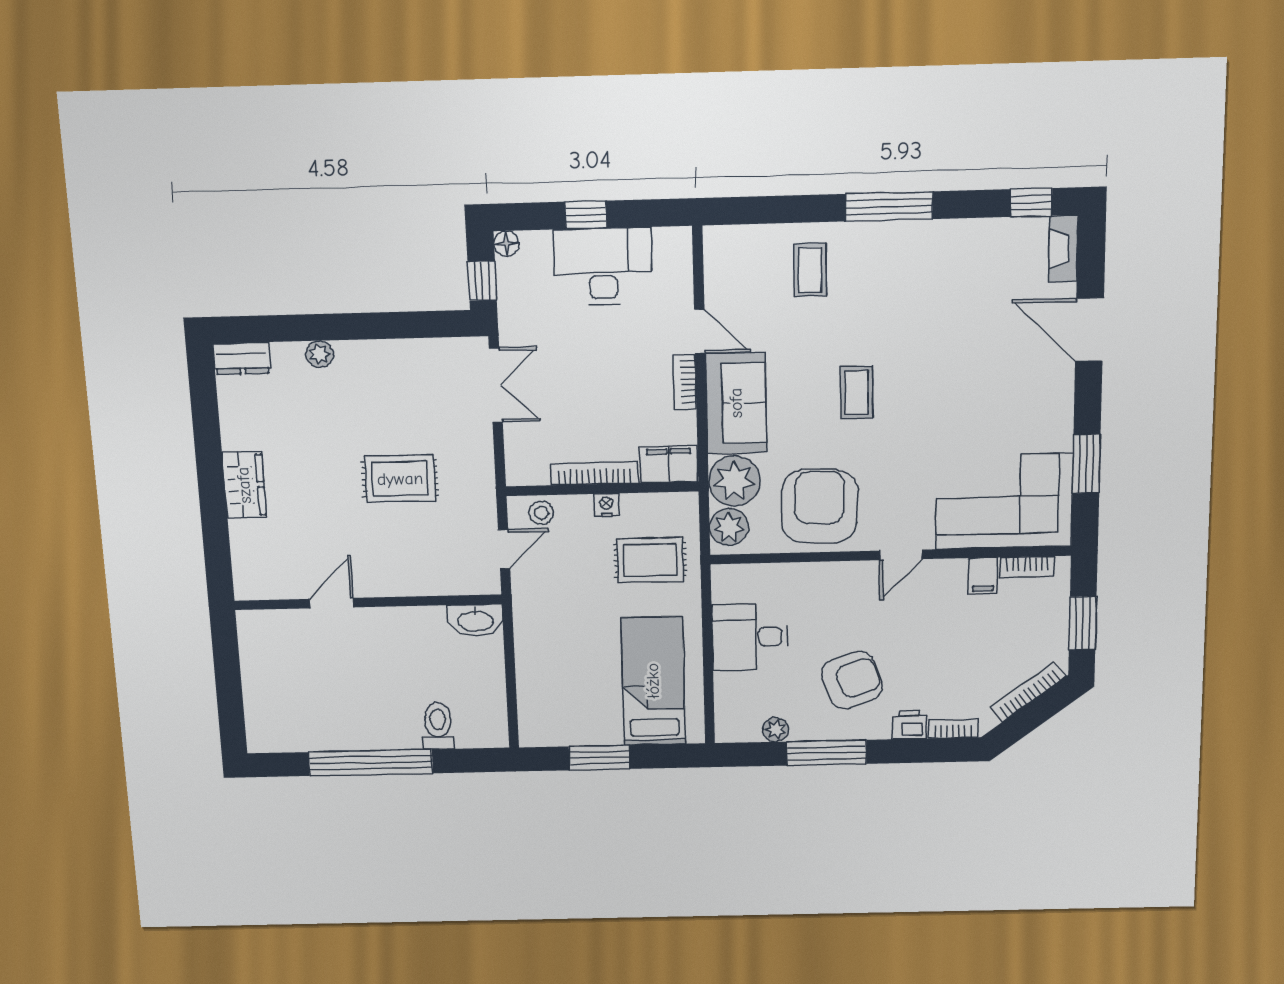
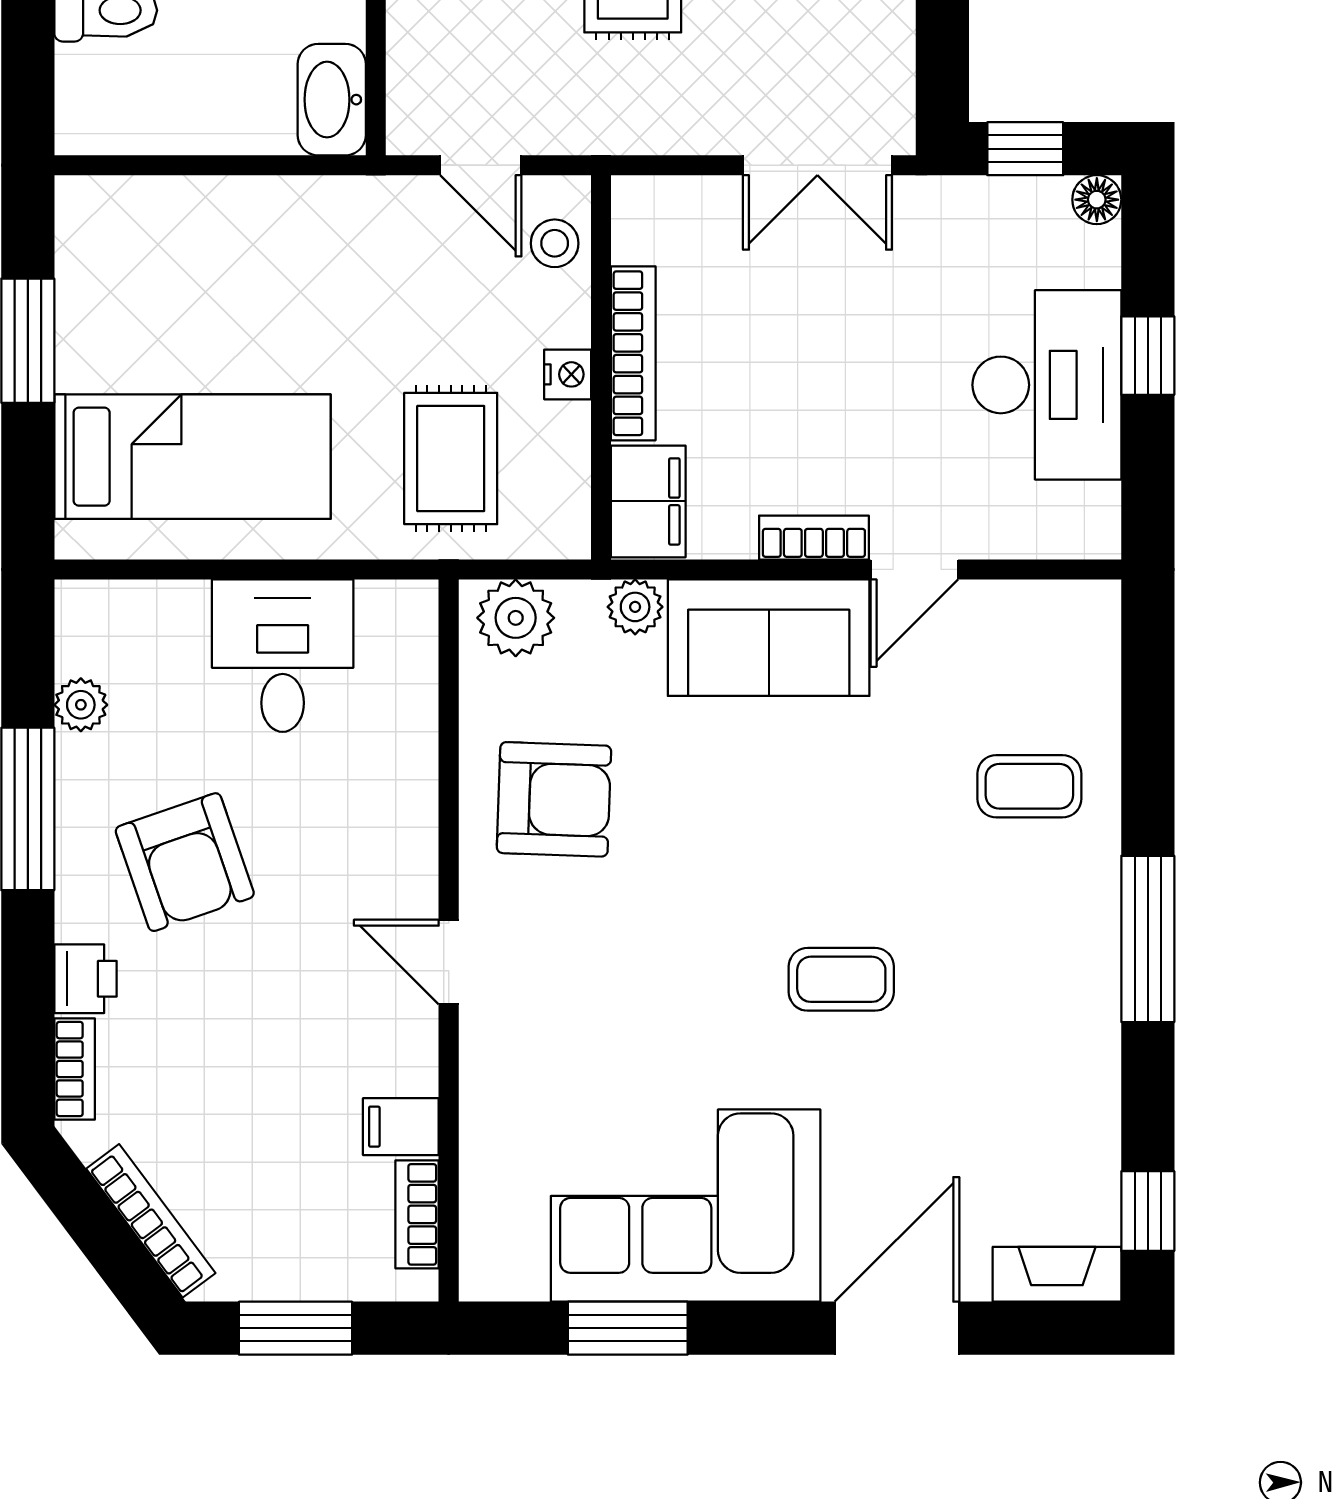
coffee table: (857, 393) -> (841, 979), moved
plant: (734, 481) -> (635, 607), width x0.53, depth x0.53
corner sofa: (1004, 501) -> (686, 1206), moved, turned -90
armchair: (819, 506) -> (554, 799), width x0.73, depth x0.73

